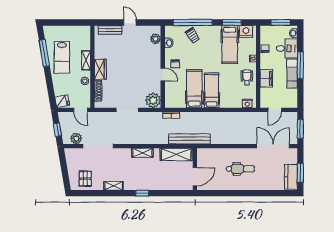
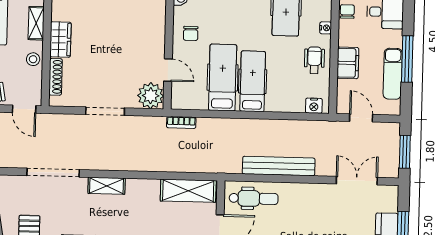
window: (300, 65) -> (407, 59), moved
door: (163, 74) -> (168, 70), moved
exam couch: (292, 74) -> (393, 74), moved
door: (275, 110) -> (361, 118), swing flipped
plant: (76, 138) -> (16, 158), removed
bench: (189, 139) -> (279, 166), moved
double door: (273, 146) -> (357, 181), width x0.73
shelving: (142, 153) -> (107, 186), moved
dental chair: (240, 169) -> (254, 198), moved

